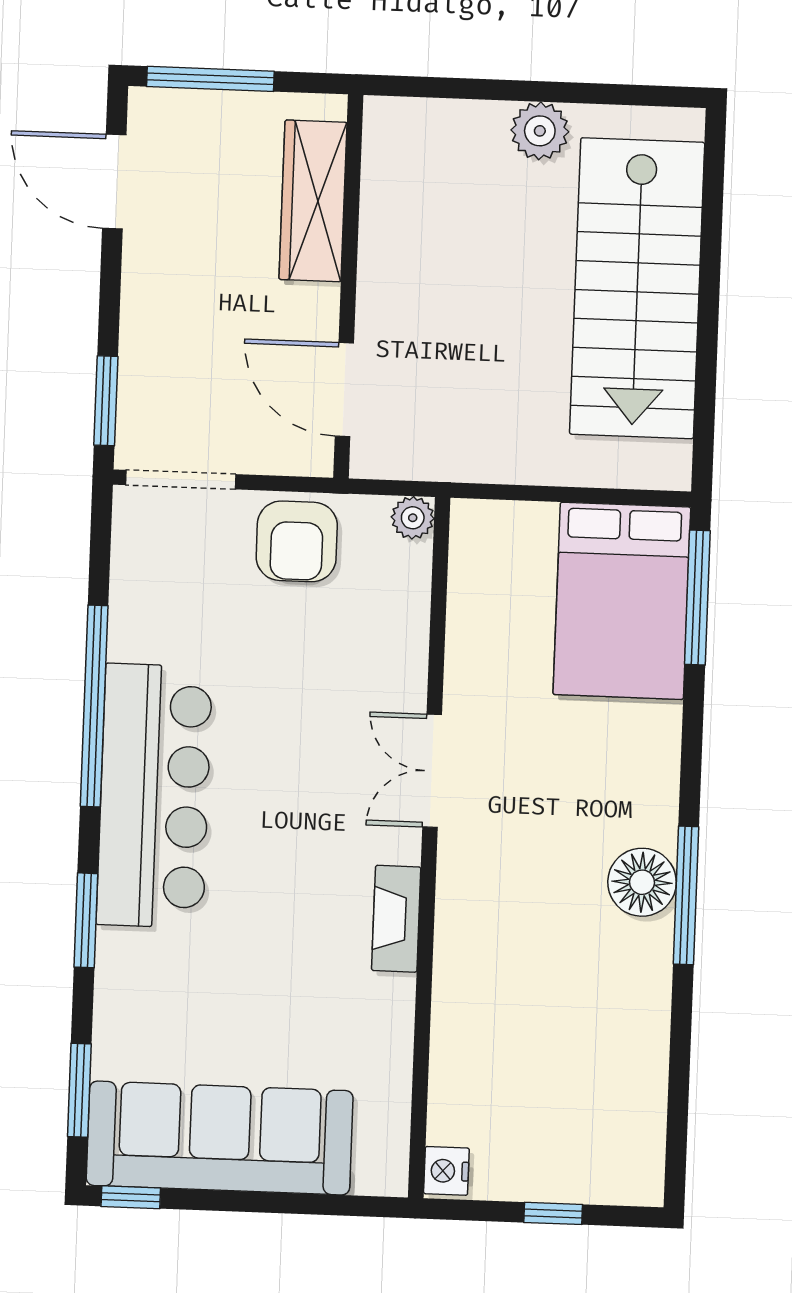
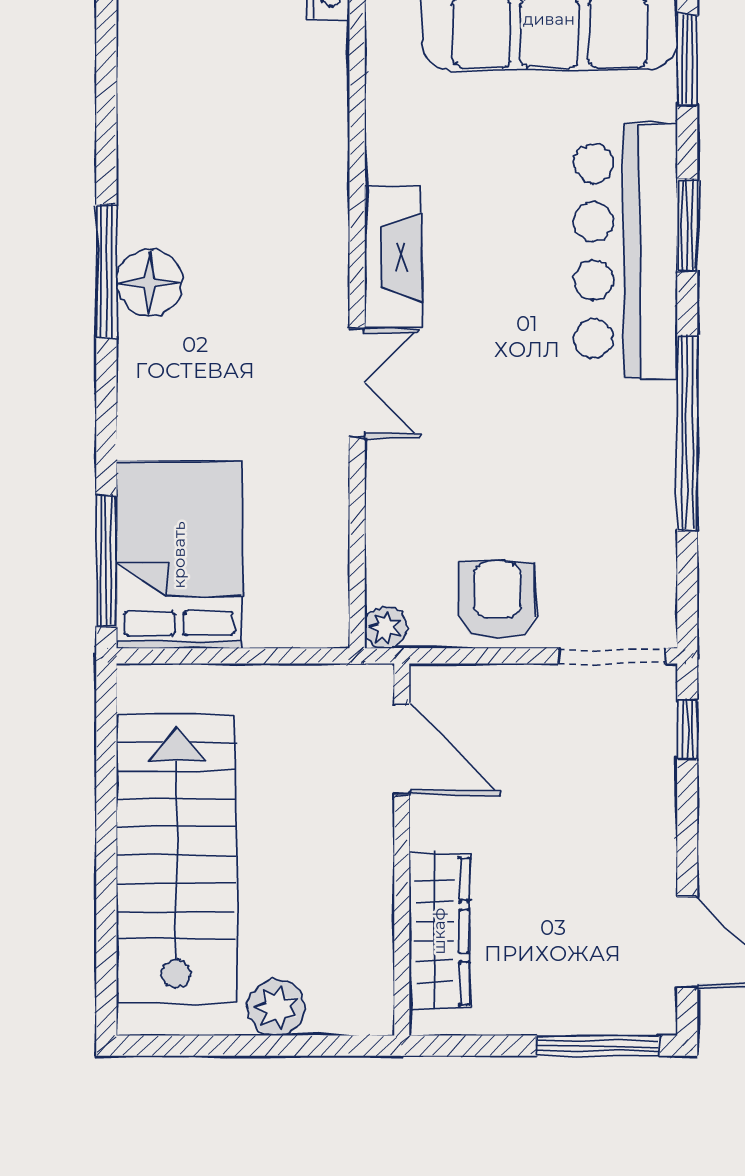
wardrobe: (313, 201) -> (439, 931), moved
wall: (348, 286) -> (402, 850), moved
door: (344, 390) -> (402, 749), moved
window: (106, 401) -> (687, 730), width x0.67
bar counter: (154, 796) -> (626, 251), moved
fireplace: (396, 919) -> (393, 257), width x1.37, depth x1.32

